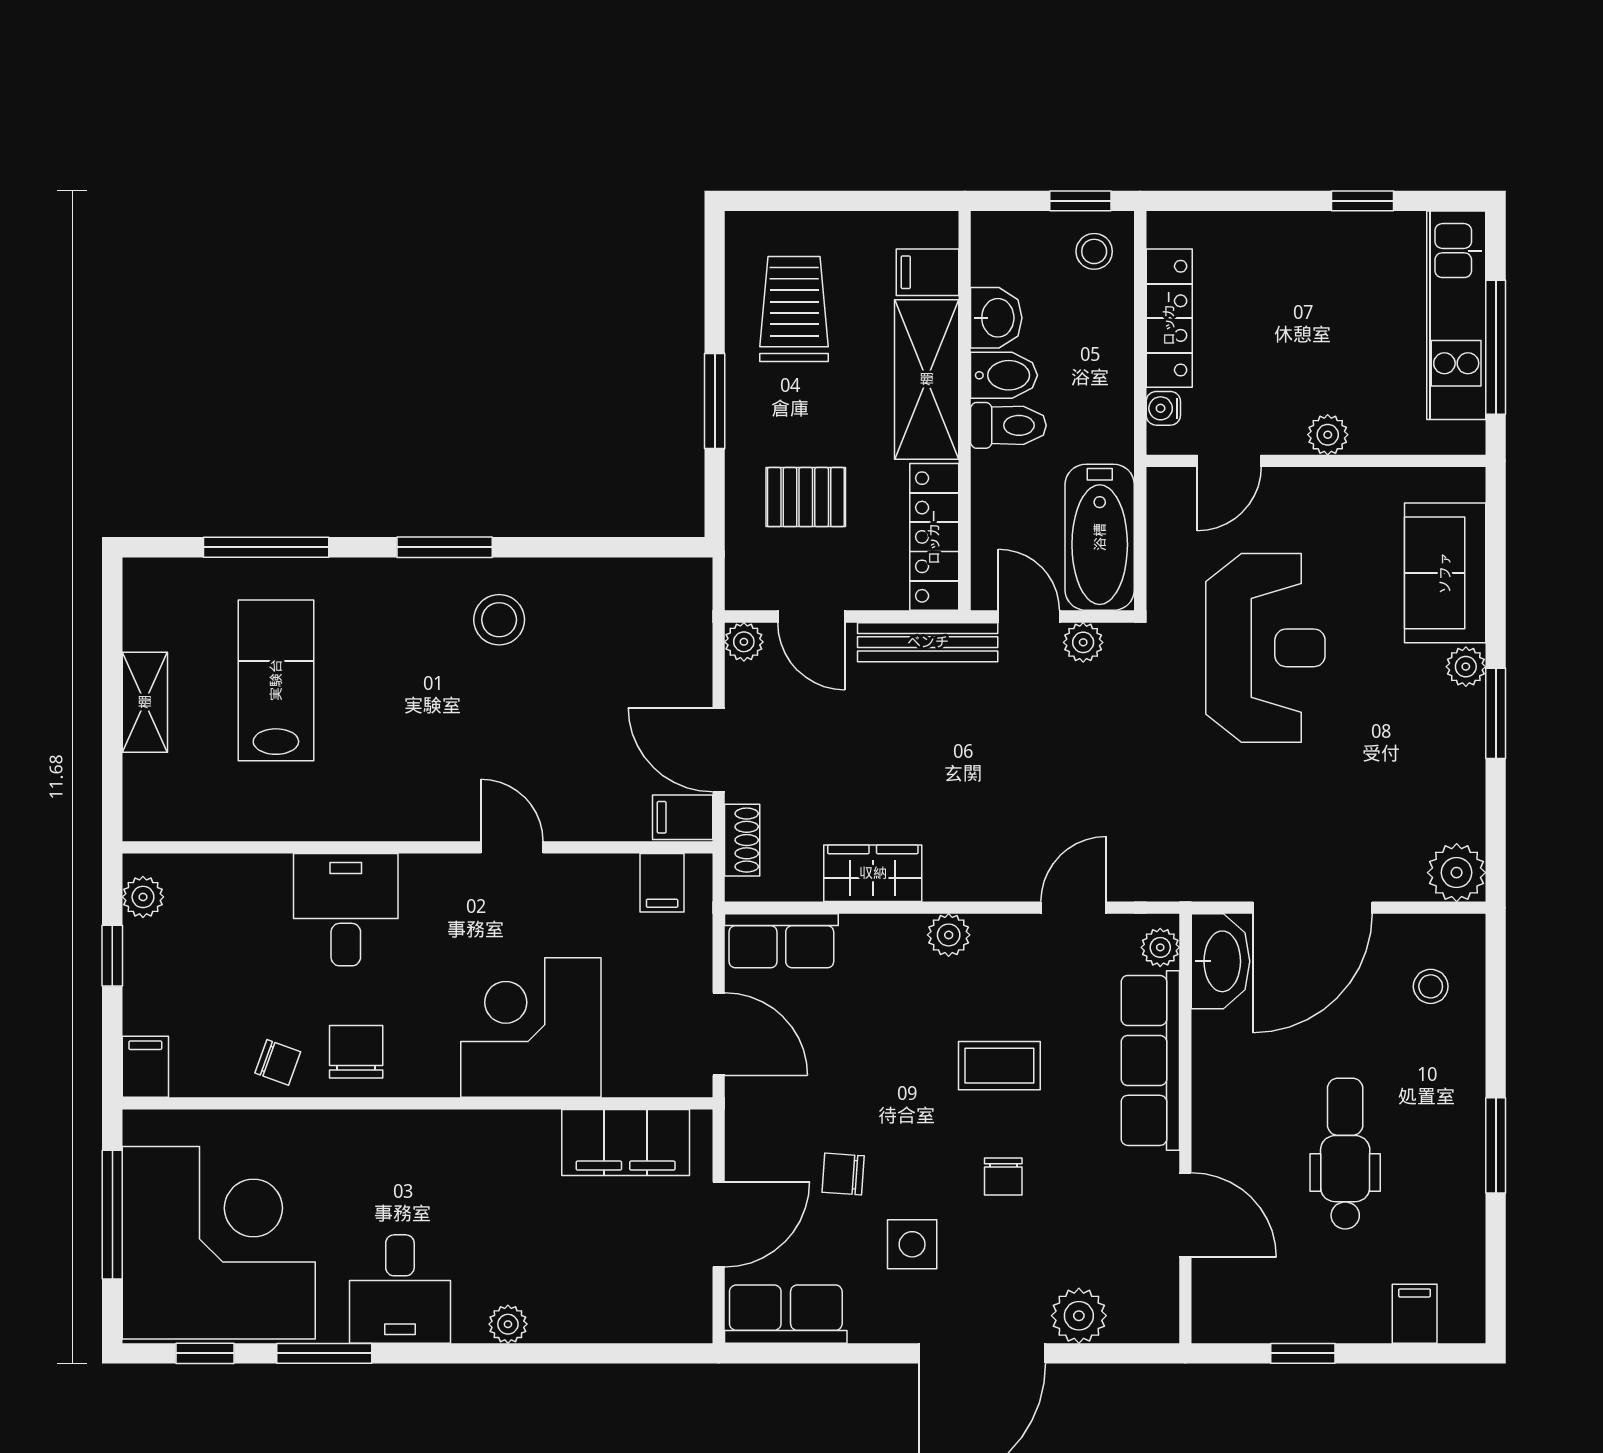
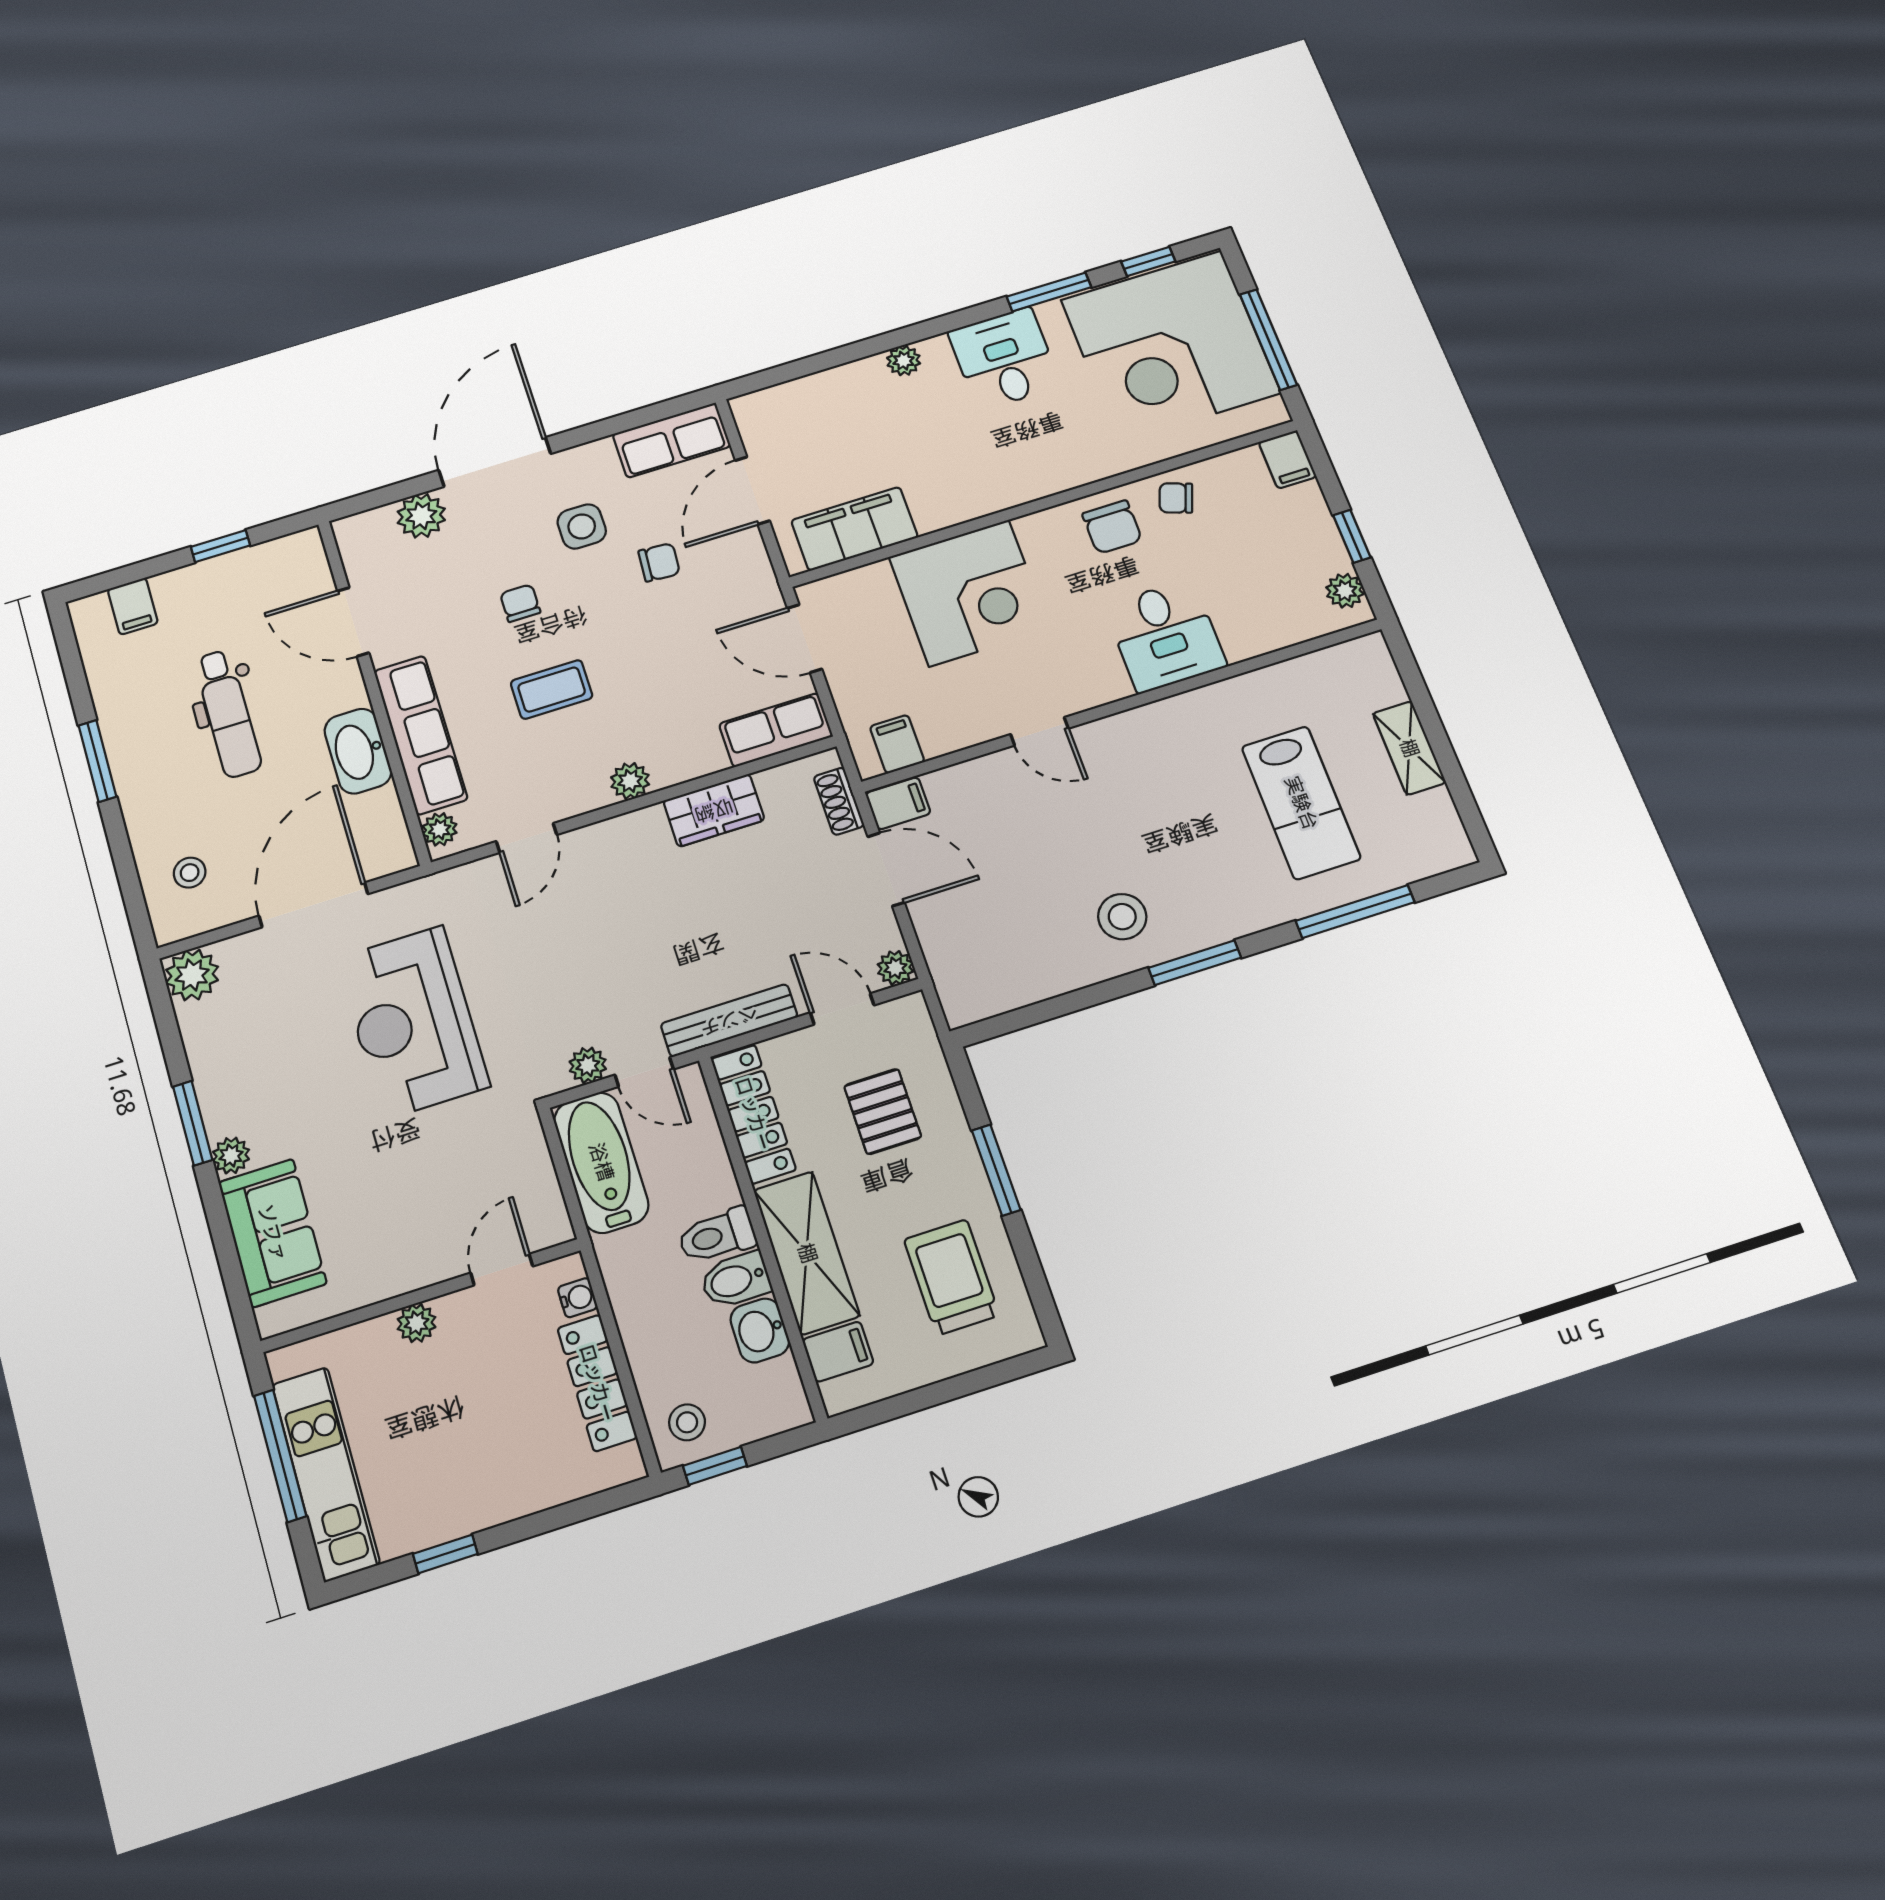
trolley: (794, 309) -> (952, 1277), turned 180
pallet: (806, 497) -> (883, 1112), turned 90
reception desk: (1265, 648) -> (413, 1022), moved
washbasin: (1221, 961) -> (358, 751), moved

